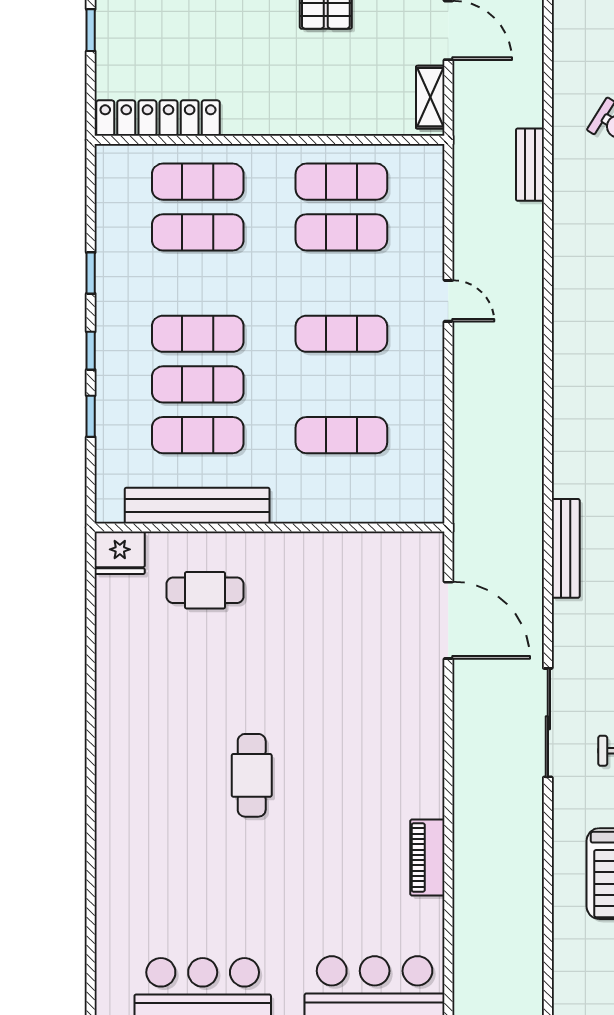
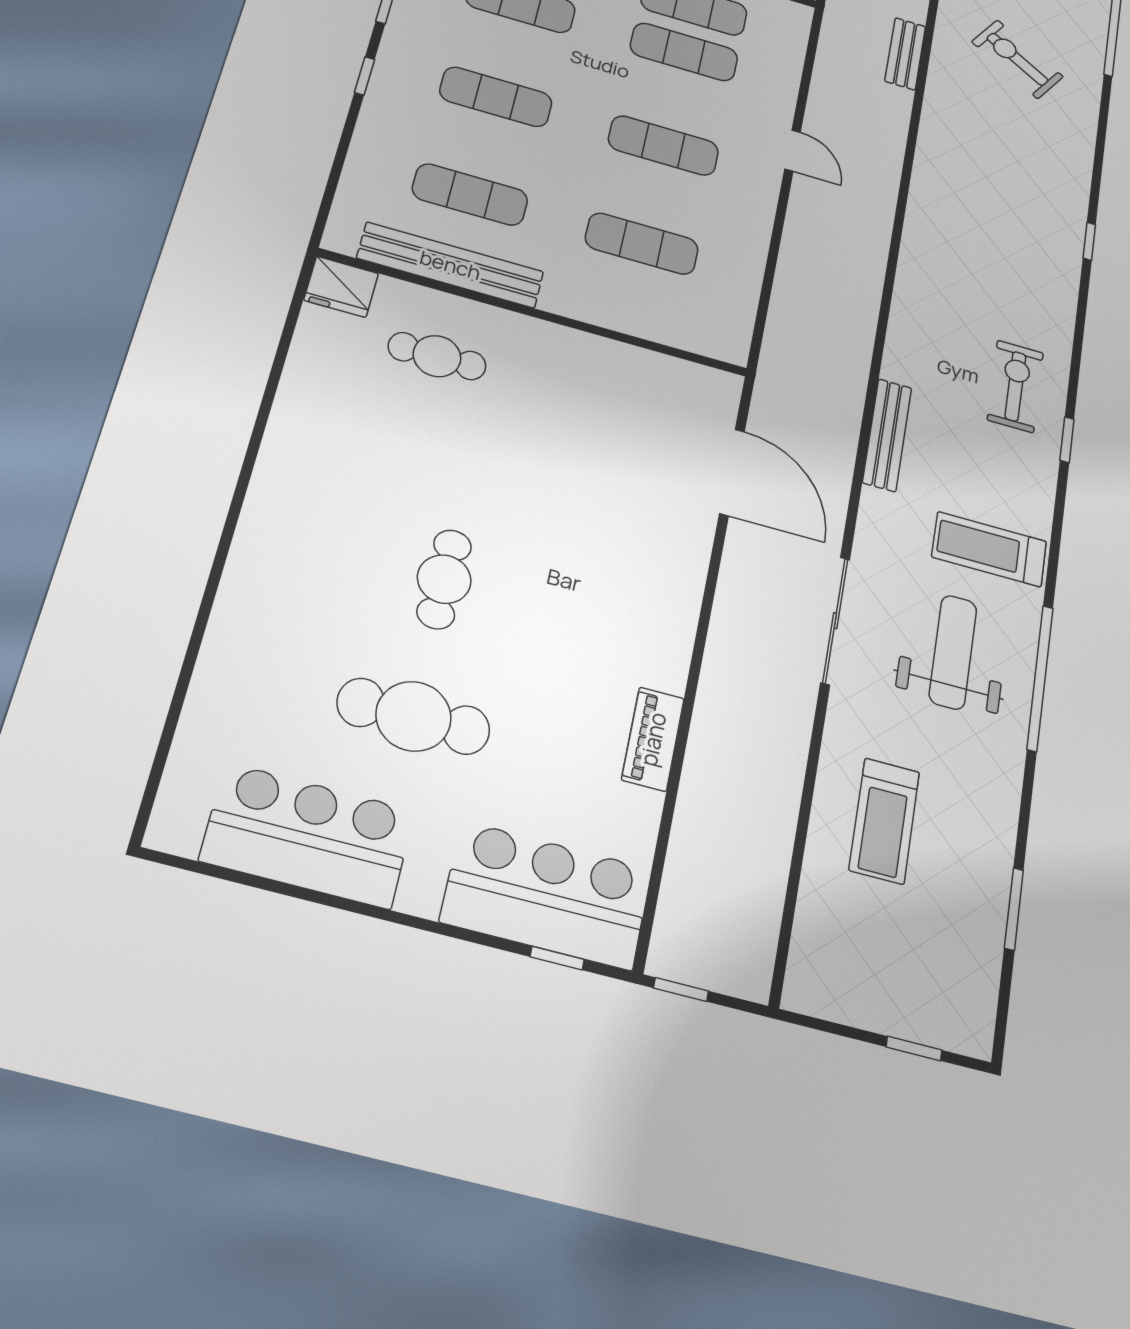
exercise mat: (198, 384) -> (483, 145), removed
window: (91, 416) -> (346, 139), removed
cafe table: (254, 888) -> (413, 716), added

